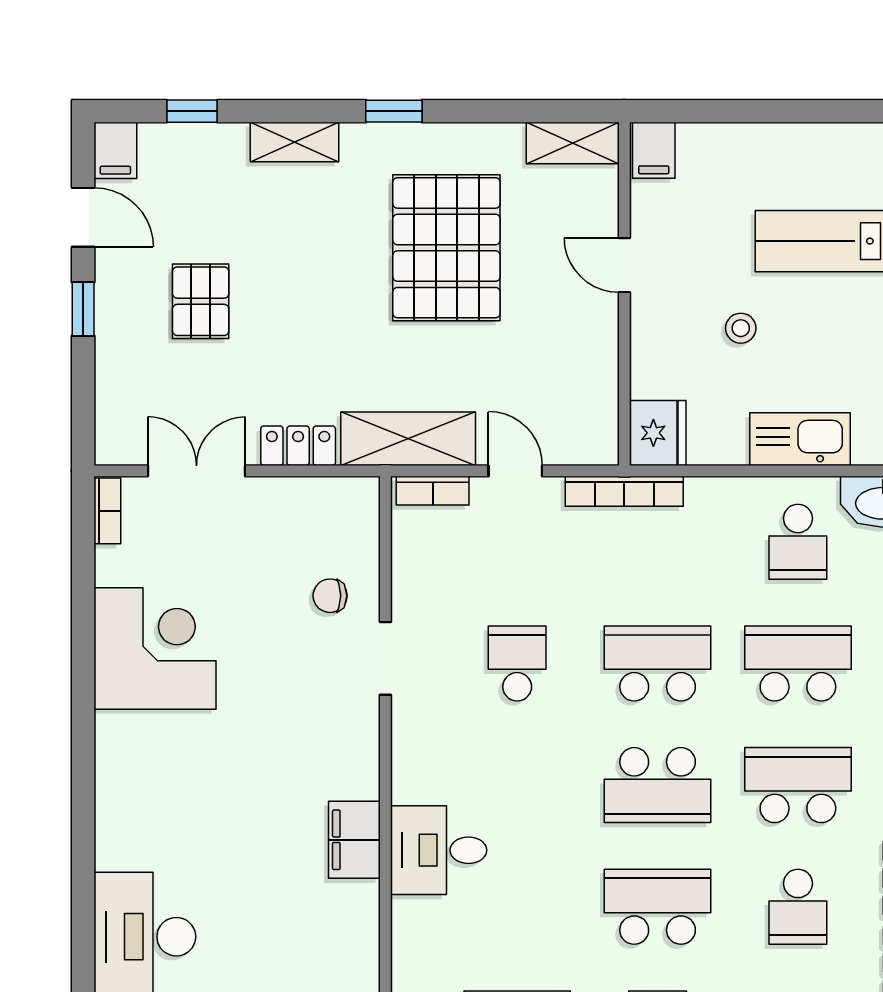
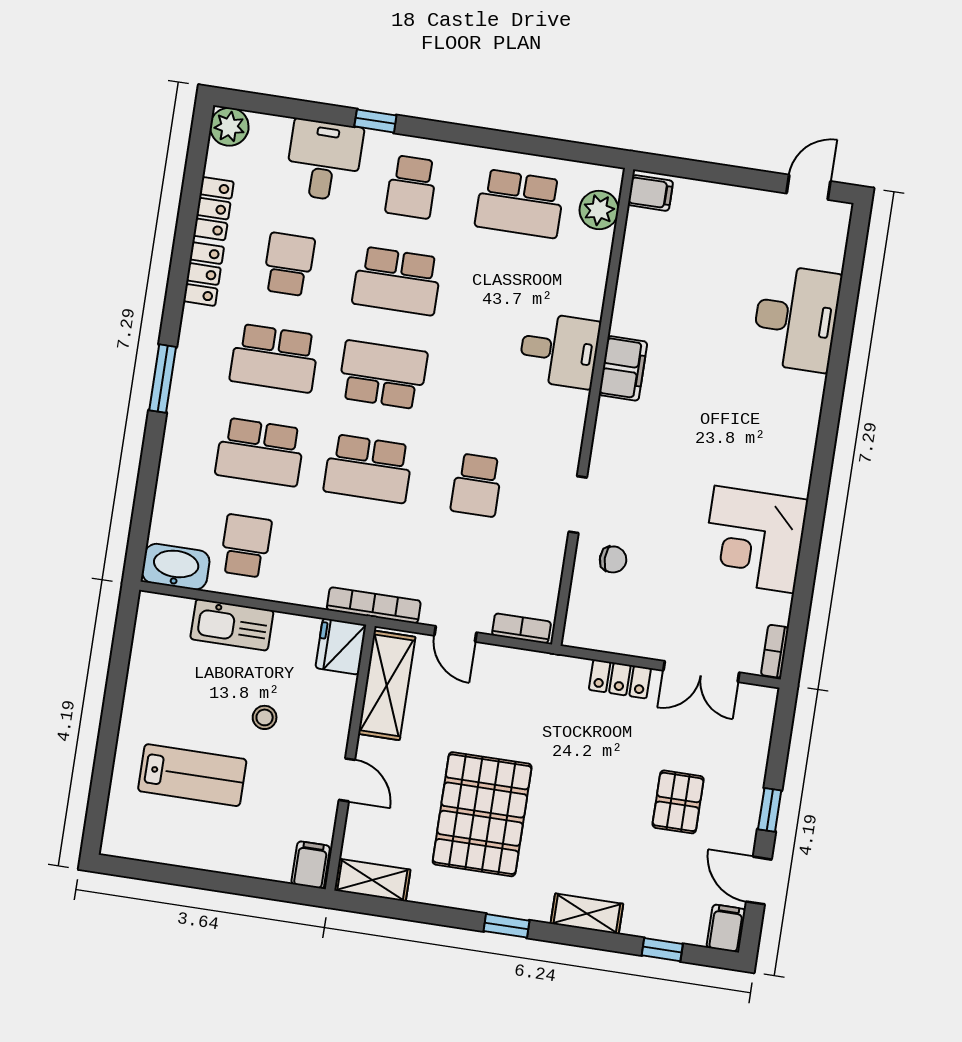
shelving: (408, 439) -> (387, 685), moved, turned 90

